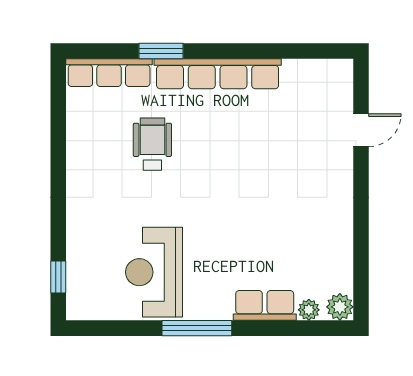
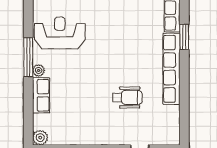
wheelchair: (152, 144) -> (127, 97), moved
plant: (309, 310) -> (39, 70), moved

